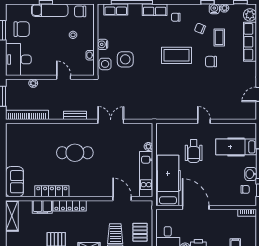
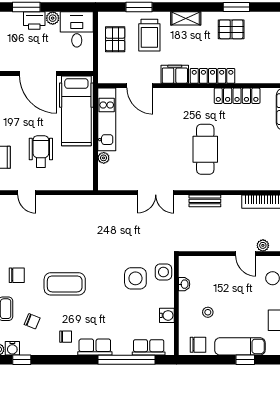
water cooler: (103, 44) -> (167, 315), moved
door: (64, 77) -> (246, 254), moved
cafe table: (75, 153) -> (205, 149), turned 90
filing cabinet: (42, 207) -> (175, 74), moved

